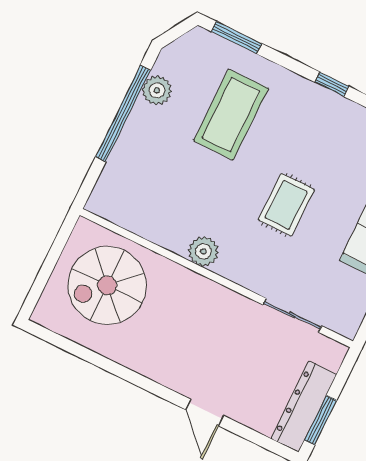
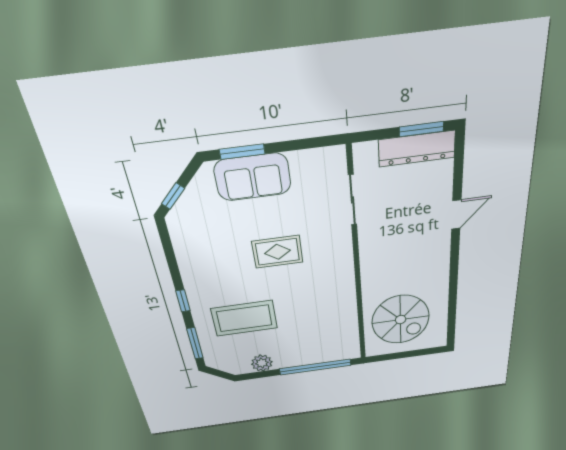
window: (332, 84) -> (183, 301), moved
window: (123, 113) -> (315, 367), moved
plant: (203, 251) -> (344, 281), removed

